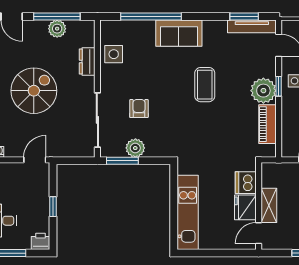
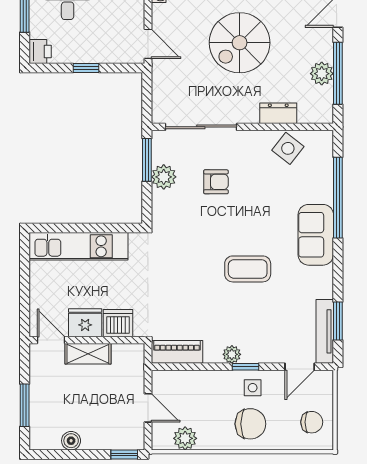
side table: (114, 54) -> (288, 148), turned 38
spiral stairs: (34, 91) -> (240, 43), turned 90
plant: (263, 91) -> (232, 354), width x0.53, depth x0.53
piano: (267, 124) -> (177, 352), moved

